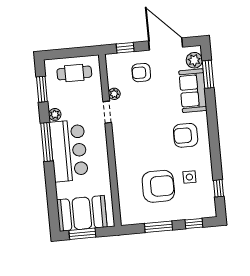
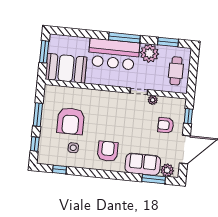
armchair: (141, 73) -> (166, 125), turned -90
plant: (55, 114) -> (149, 53), width x1.88, depth x1.88
booth: (82, 213) -> (66, 68), moved, turned 90

